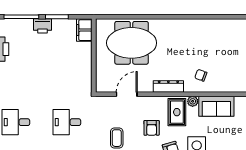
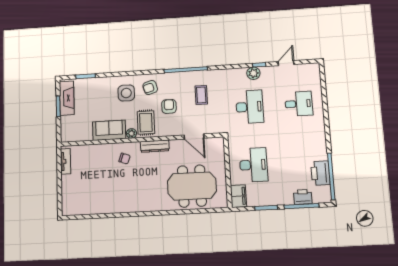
printer: (43, 26) -> (303, 197), moved
desk: (67, 61) -> (253, 165), added
door: (127, 94) -> (194, 137), hinge flipped
desk: (67, 122) -> (250, 107), width x1.37

